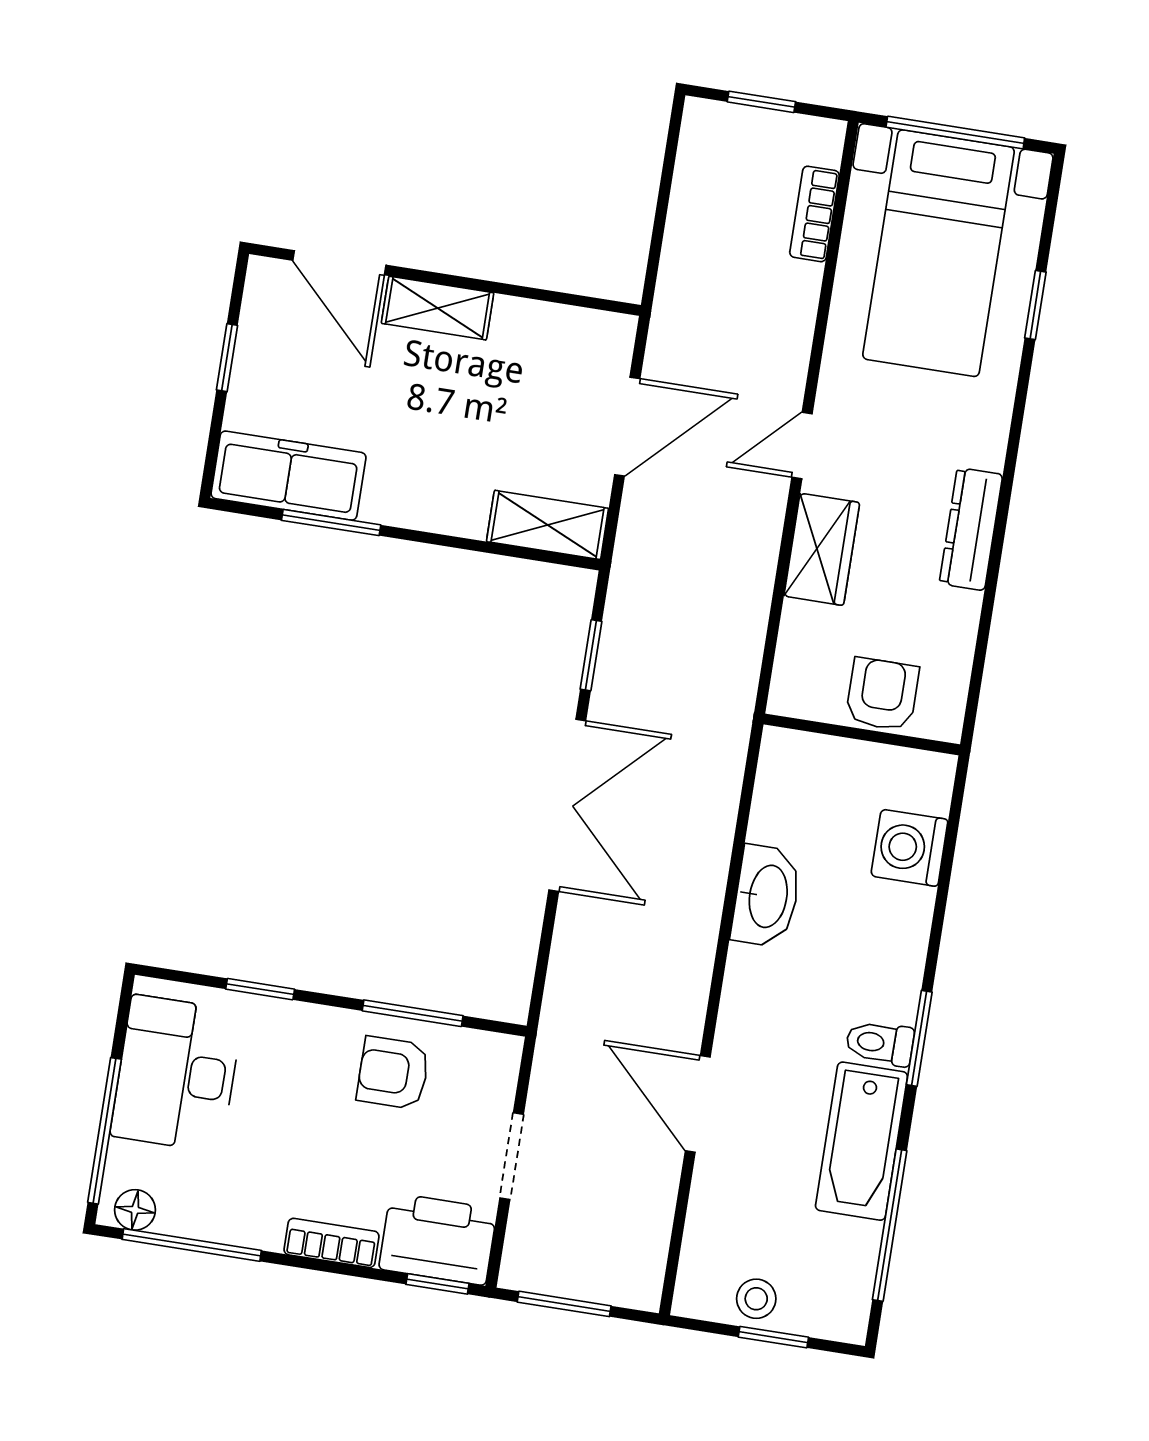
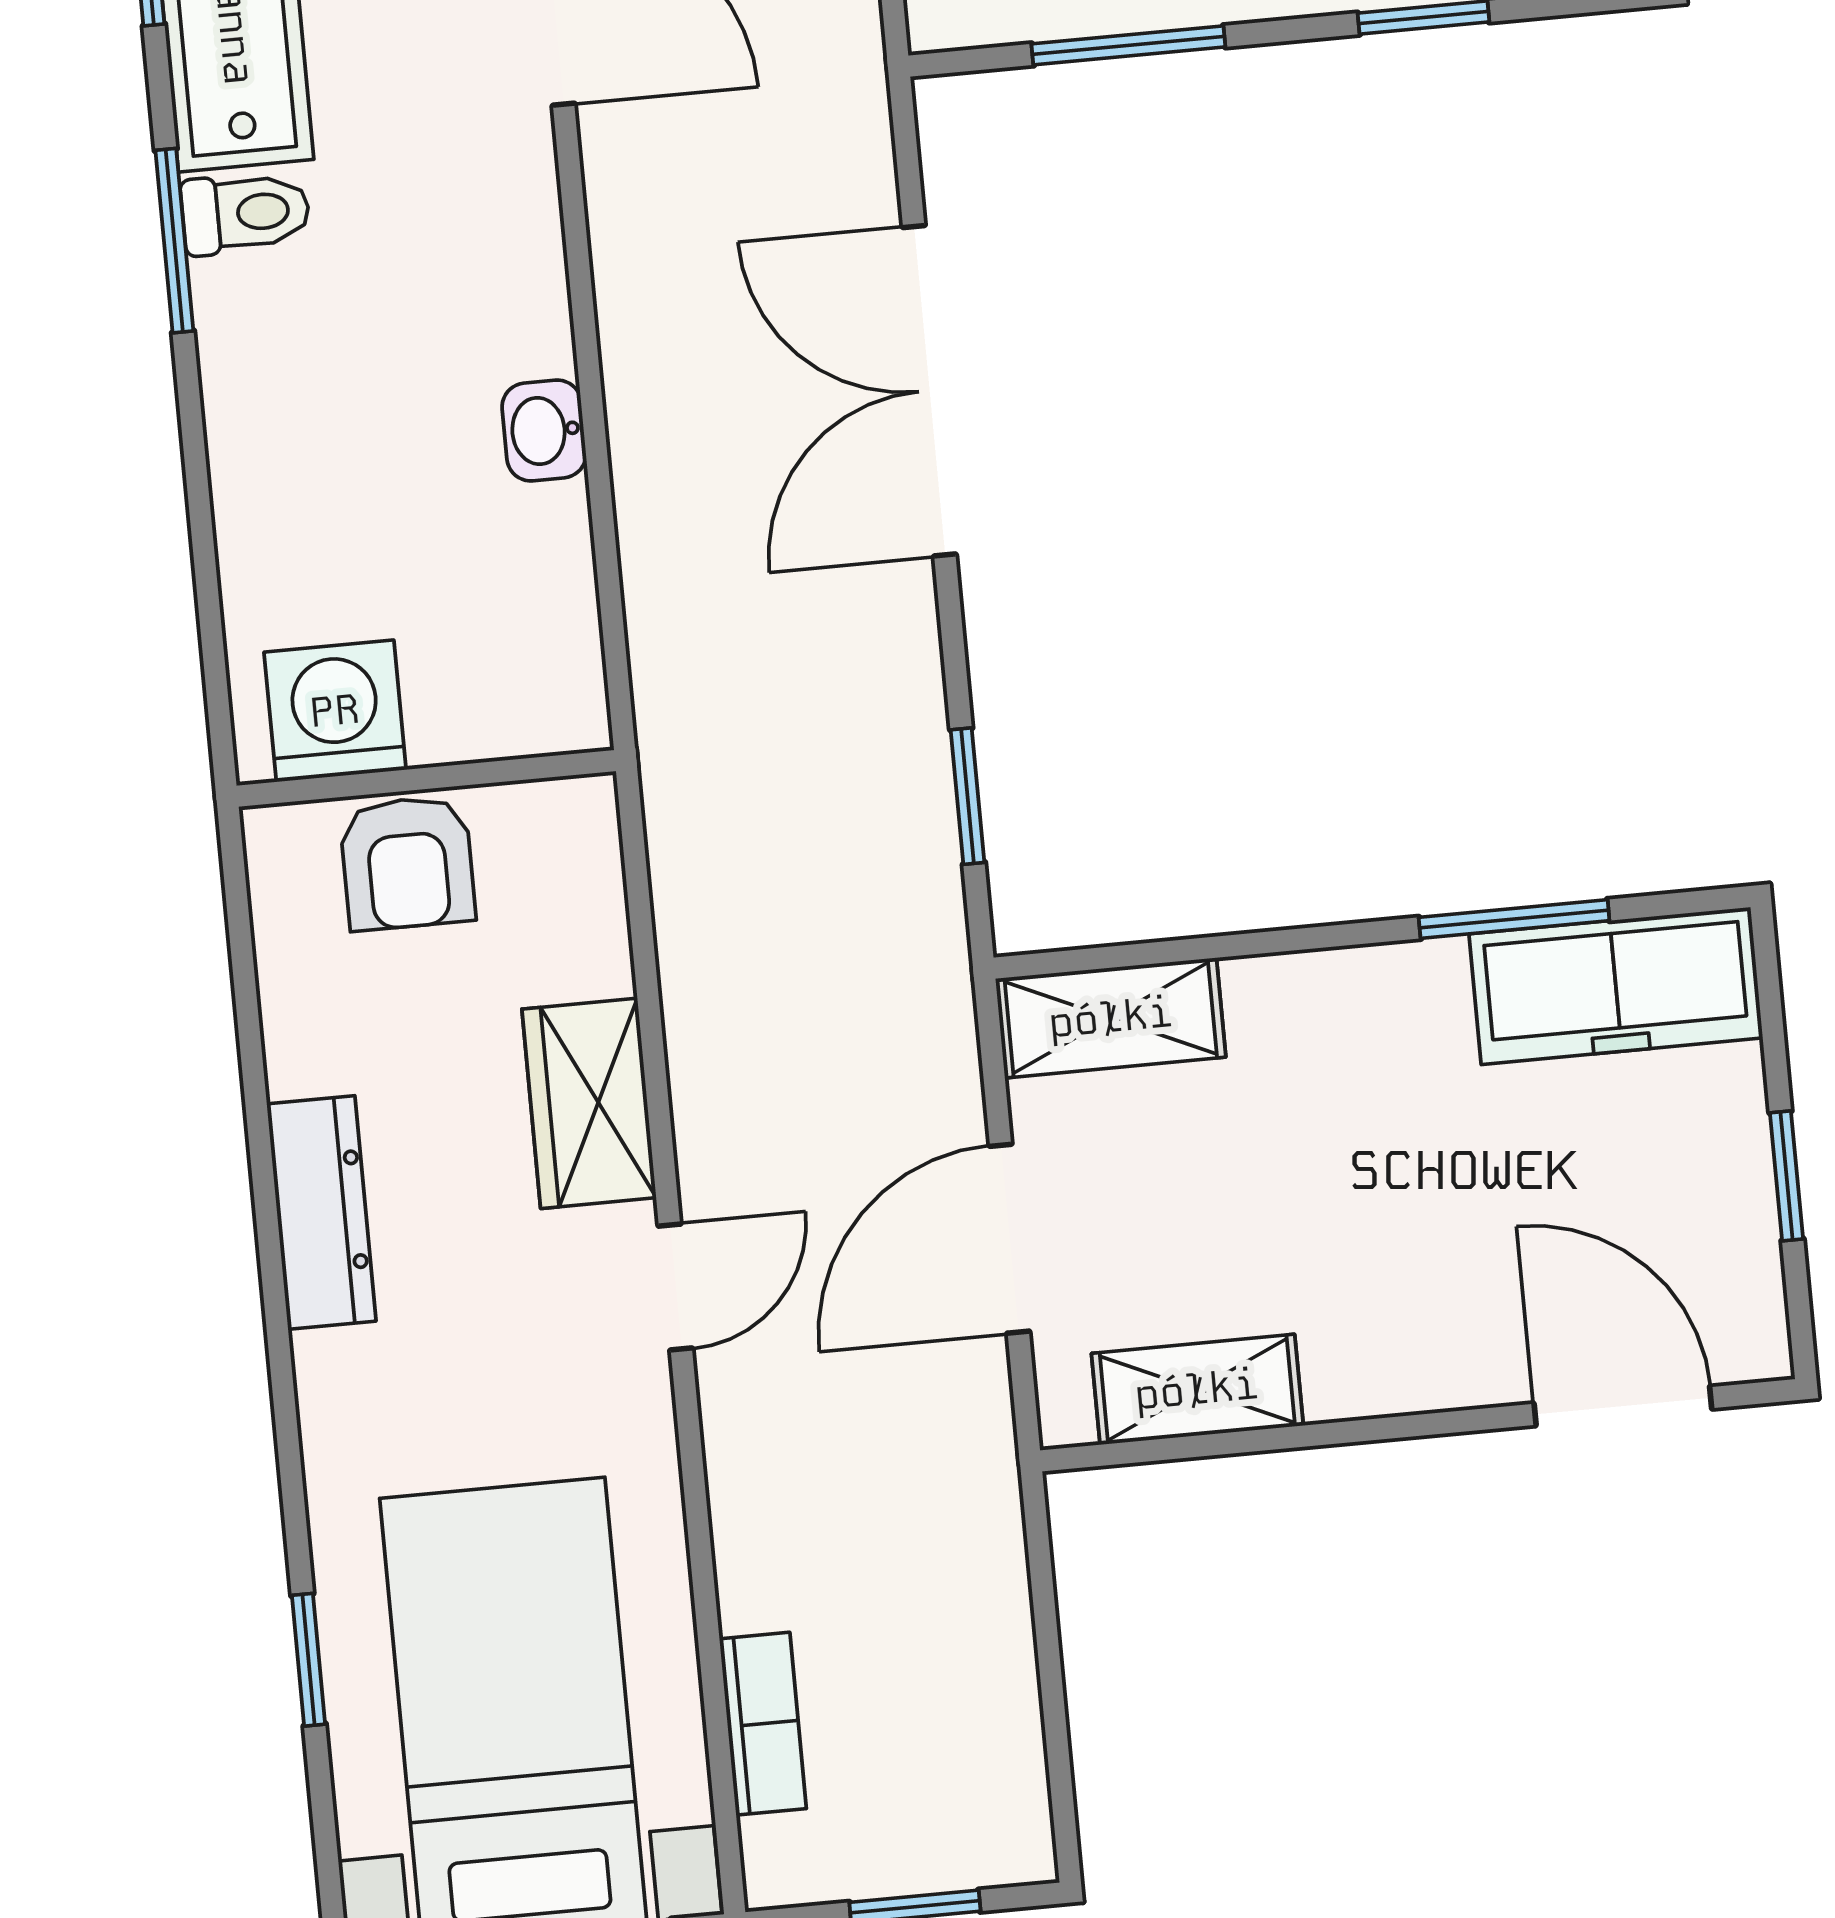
shelving: (438, 308) -> (1197, 1390), moved
double door: (567, 805) -> (929, 391), moved
washing machine: (909, 848) -> (335, 711), moved, turned -90
washbasin: (766, 896) -> (544, 431), width x0.52, depth x0.69

